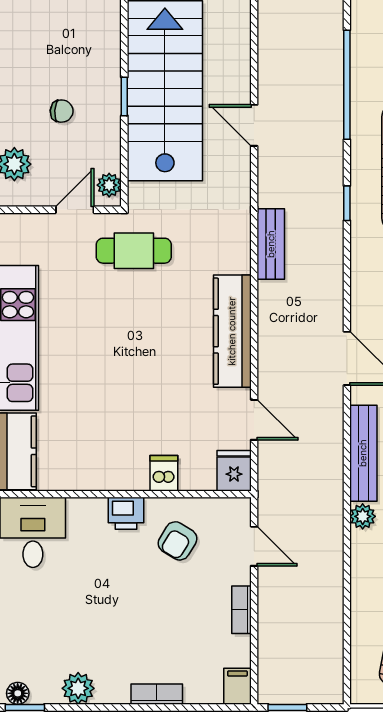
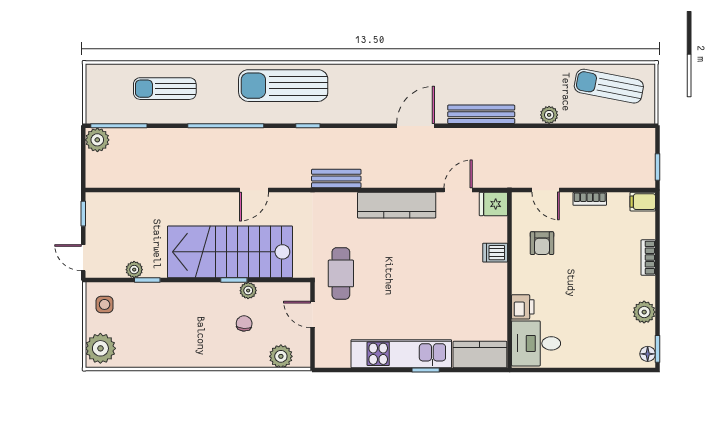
plant: (109, 185) -> (248, 291), moved
printer: (126, 513) -> (523, 307), moved
plant: (363, 516) -> (549, 115), moved
armchair: (178, 541) -> (542, 243), turned 59
door: (254, 546) -> (546, 190), swing flipped

